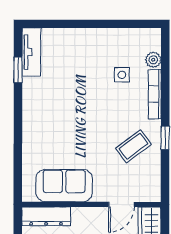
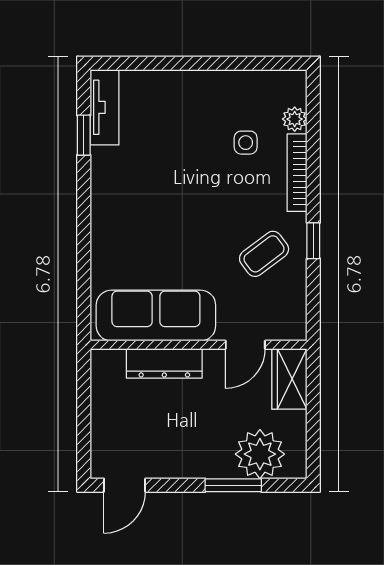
sofa: (64, 186) -> (156, 316), width x1.36
dresser: (46, 216) -> (164, 363), moved

